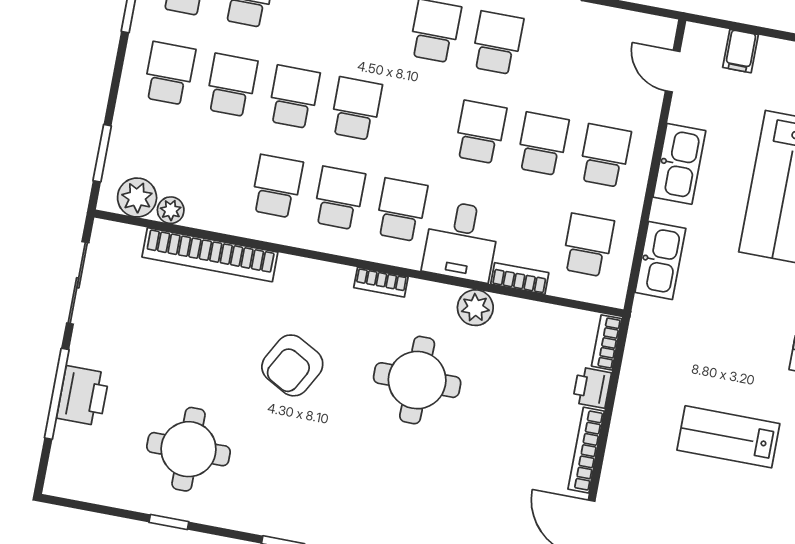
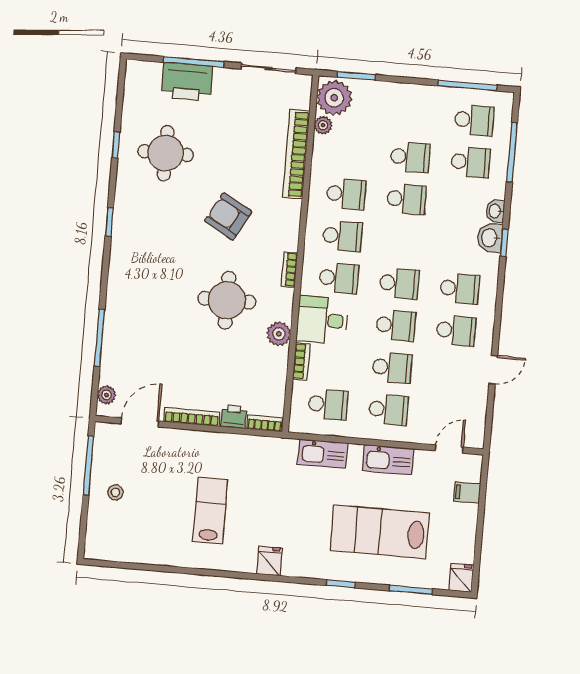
school desk: (169, 73) -> (414, 115), removed
school desk: (356, 109) -> (399, 283), moved
plant: (137, 198) -> (334, 98), width x1.36, depth x1.36
printer: (83, 396) -> (187, 82), width x1.37, depth x1.19

